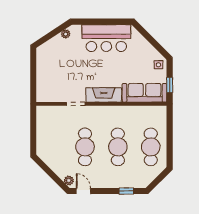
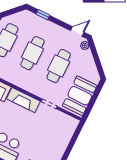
booth: (49, 127) -> (80, 96), added
door: (83, 191) -> (77, 31), swing flipped

